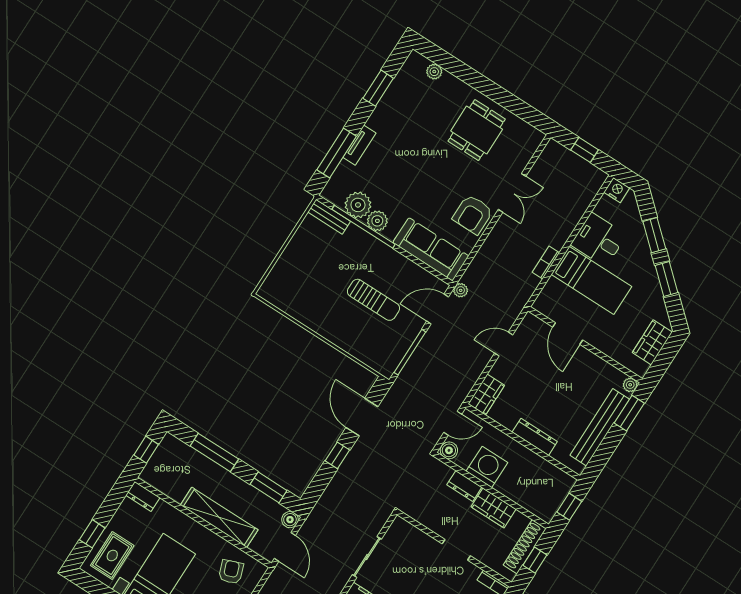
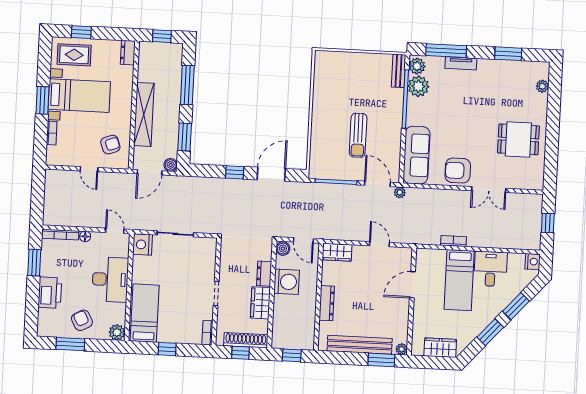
plant: (377, 221) -> (417, 66), moved

